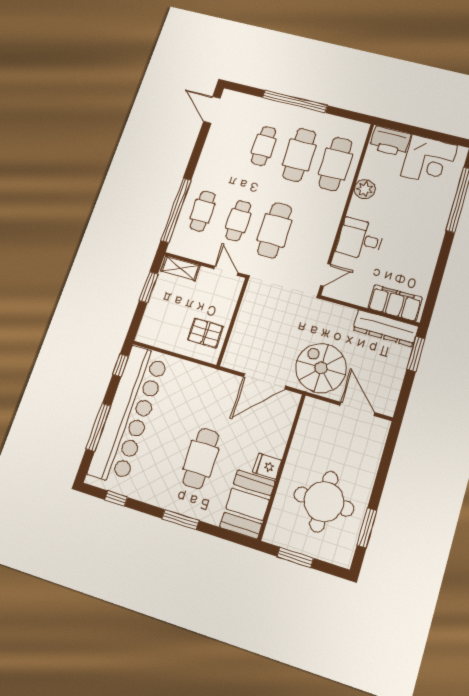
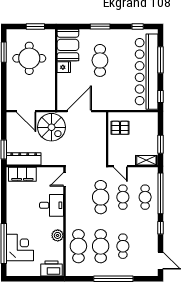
window: (195, 158) -> (161, 228), added
corner desk: (429, 160) -> (20, 247), moved, turned 90

